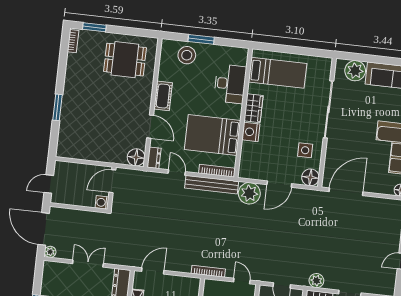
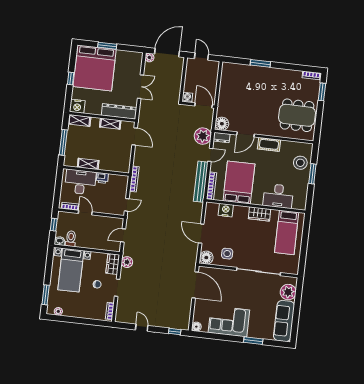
dining table: (125, 60) -> (297, 115), width x1.38
nightstand: (251, 132) -> (226, 210), moved
plant: (249, 193) -> (203, 136), moved

